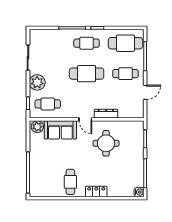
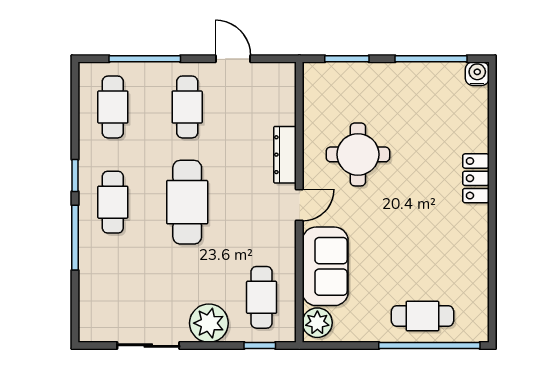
cafe table: (125, 43) -> (113, 107), width x0.73, depth x0.74
cafe table: (70, 182) -> (422, 316), moved

